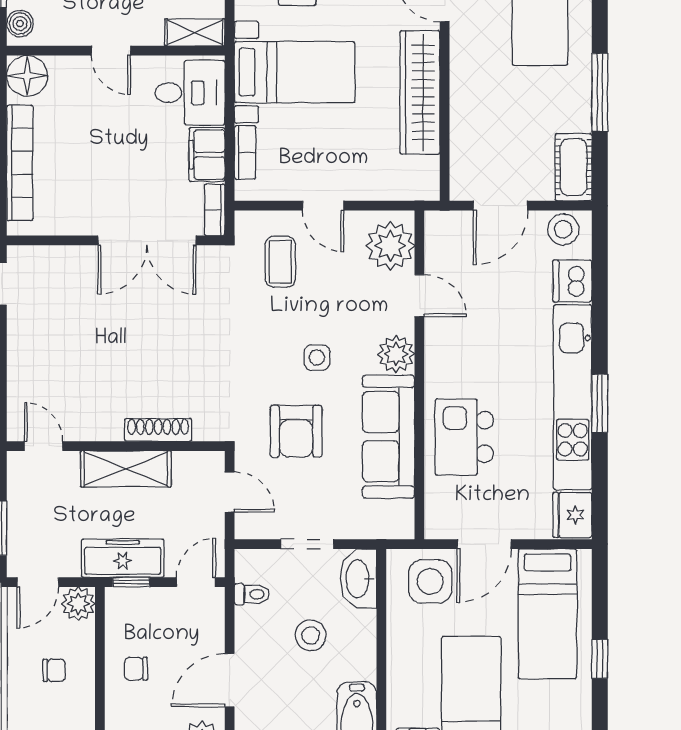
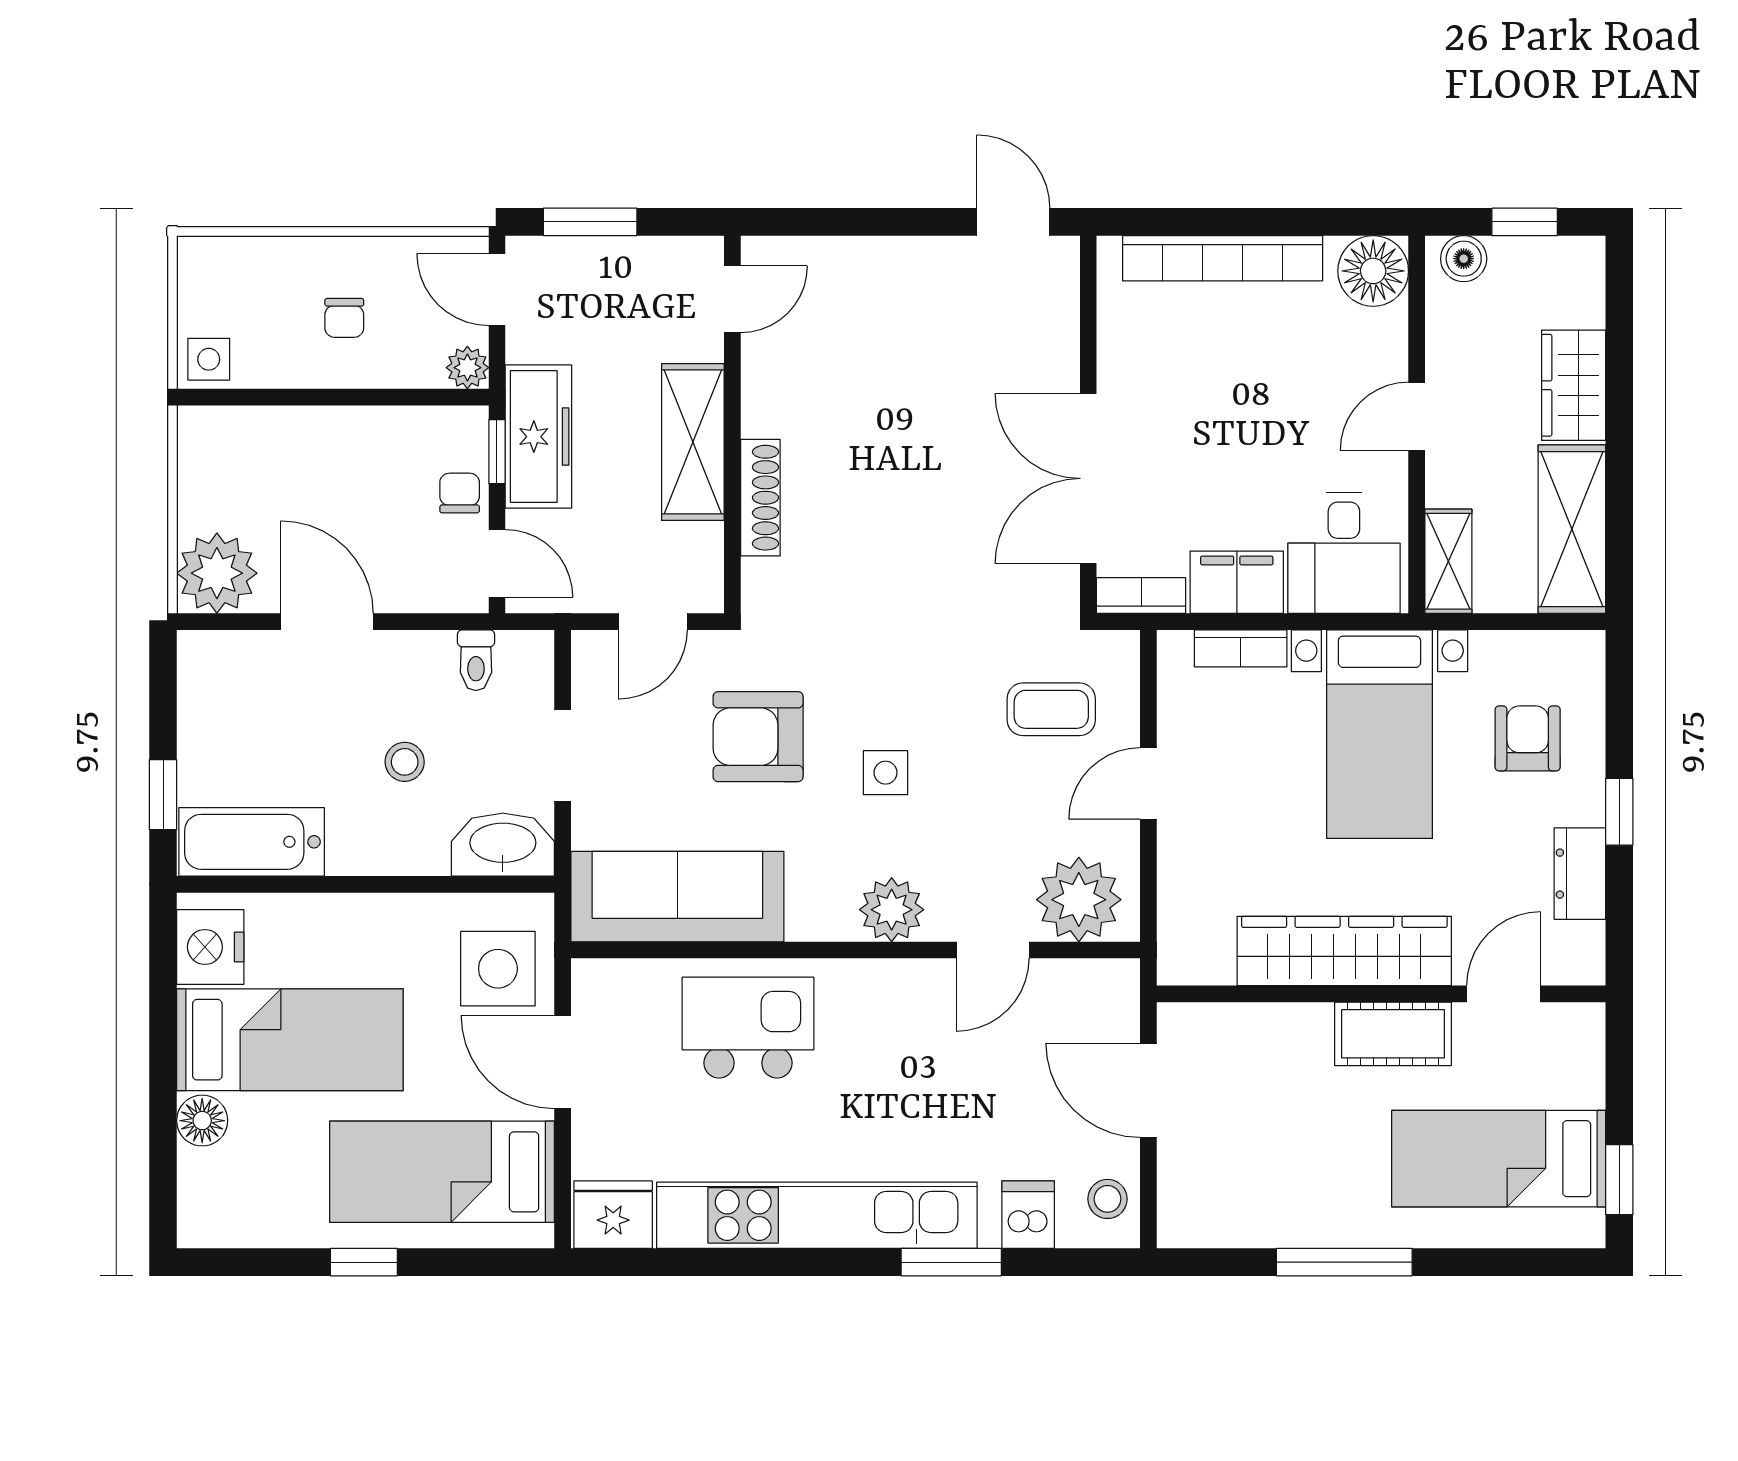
cot: (573, 167) -> (1393, 1034), moved
stool: (563, 229) -> (1108, 1199), width x0.73, depth x0.73
dishwasher: (572, 281) -> (1028, 1215), width x0.73
window: (600, 403) -> (951, 1262), moved
sofa: (389, 437) -> (677, 897), moved
plant: (78, 604) -> (467, 368), width x0.73, depth x0.73
stool: (311, 635) -> (405, 762), width x0.73, depth x0.73
chair: (136, 669) -> (460, 493), moved

